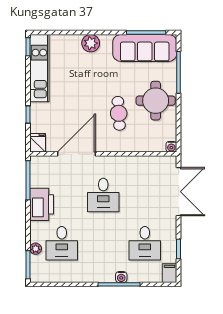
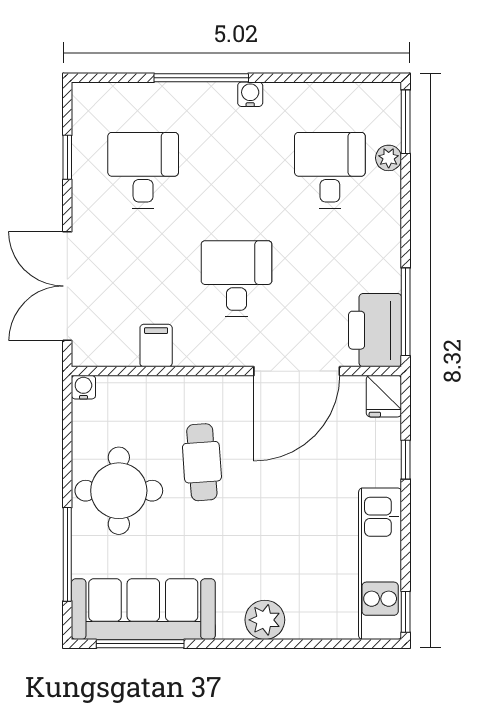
printer: (42, 204) -> (375, 330), moved
filing cabinet: (170, 273) -> (156, 346), moved, turned 180
water cooler: (121, 277) -> (250, 94), moved

